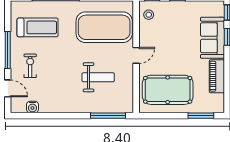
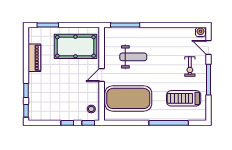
sofa: (212, 38) -> (38, 90), removed
weight bench: (98, 77) -> (133, 57), turned 180
water cooler: (32, 107) -> (200, 32), moved

